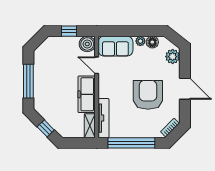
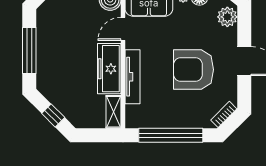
door: (97, 65) -> (123, 29), hinge flipped
armchair: (148, 95) -> (193, 70), turned -90
tv unit: (103, 118) -> (132, 77), moved

